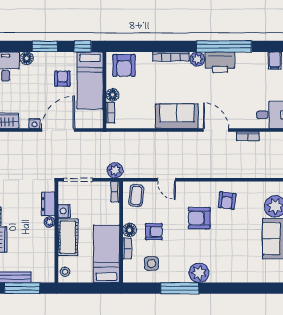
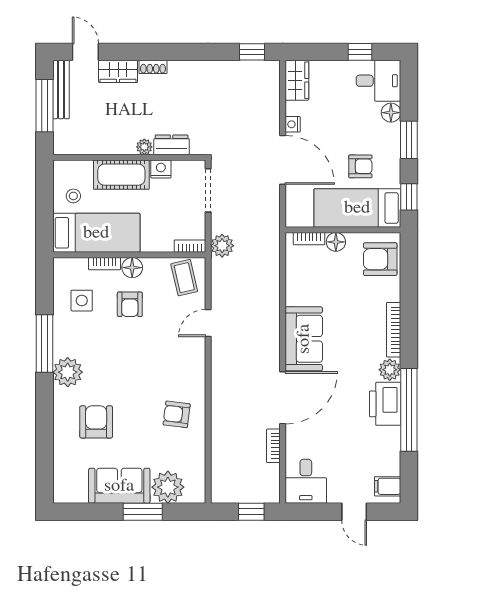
door: (216, 130) -> (283, 398), width x1.36
coffee table: (136, 195) -> (184, 278), turned 72
armchair: (199, 218) -> (96, 422), moved
stool: (65, 272) -> (73, 196), moved

